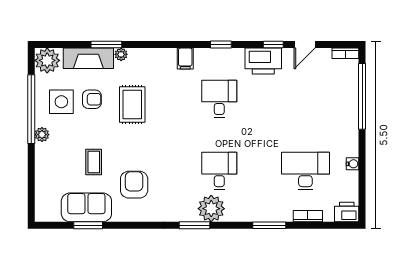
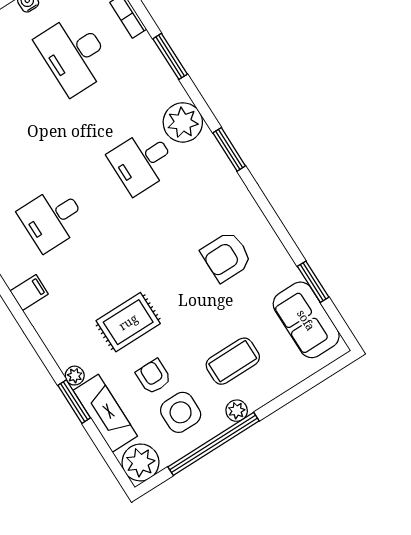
coffee table: (94, 162) -> (233, 361), moved, width x1.36, depth x1.30
sofa: (86, 207) -> (306, 320), moved
plant: (211, 209) -> (183, 122), moved

